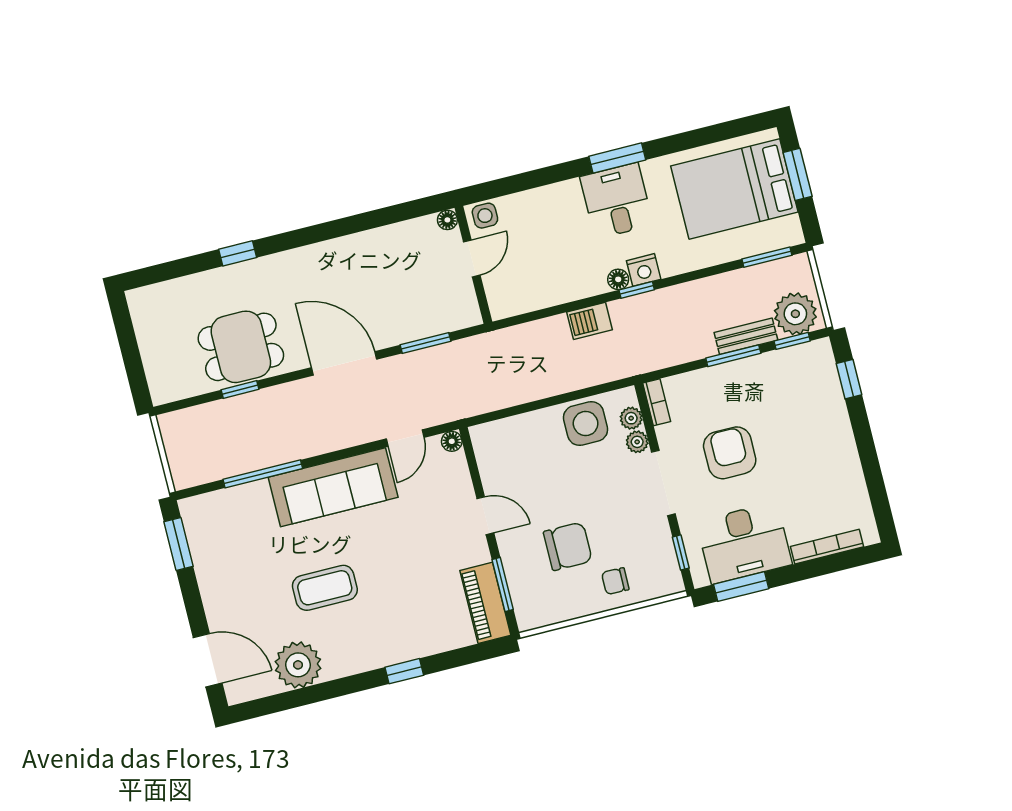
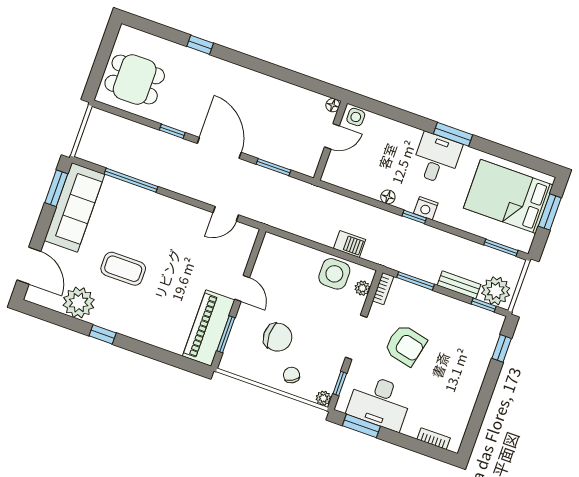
floor lamp: (618, 279) -> (388, 197), moved
barbecue: (590, 321) -> (349, 244), moved, turned 180
dining table: (241, 347) -> (135, 80), moved
window: (733, 356) -> (415, 281), moved
window: (240, 390) -> (172, 131), moved
floor lamp: (452, 441) -> (251, 233), removed
plant: (637, 442) -> (323, 398), moved
armchair: (730, 453) -> (405, 345), turned 103
sofa: (333, 487) -> (75, 207), moved, turned -90
bookcase: (827, 547) -> (434, 439), width x0.64
chair: (615, 581) -> (292, 375), turned 58
piano: (485, 603) -> (209, 328), width x1.37, depth x1.33
window: (404, 671) -> (103, 334), moved

